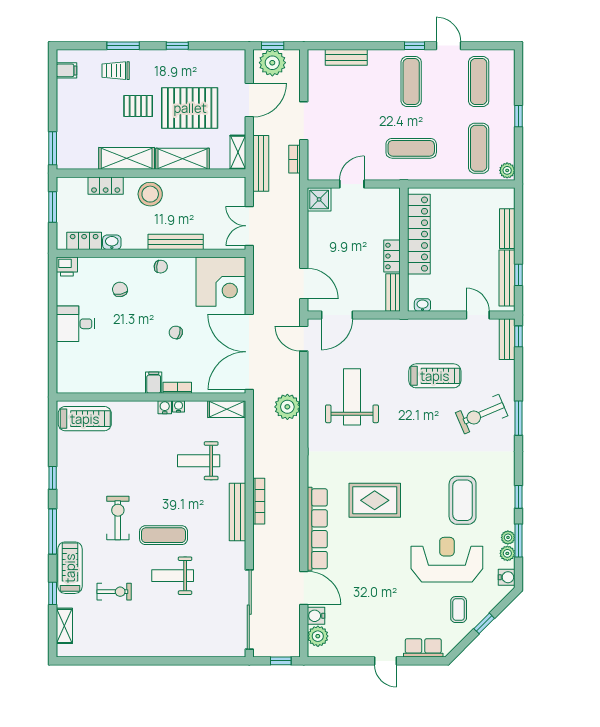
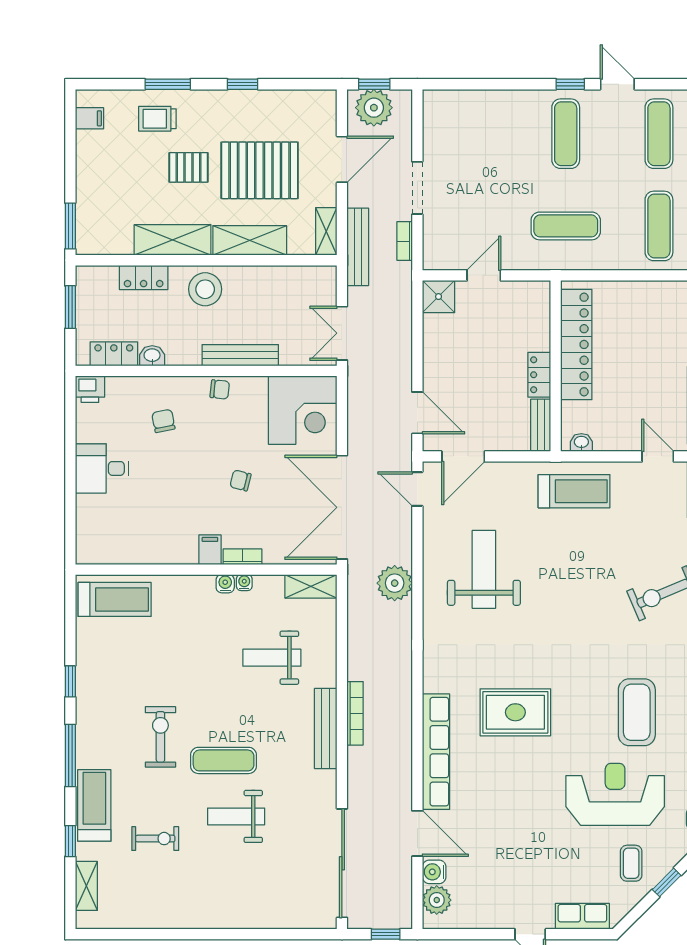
bench: (346, 57) -> (476, 100), removed
treadmill: (435, 376) -> (574, 491), moved

